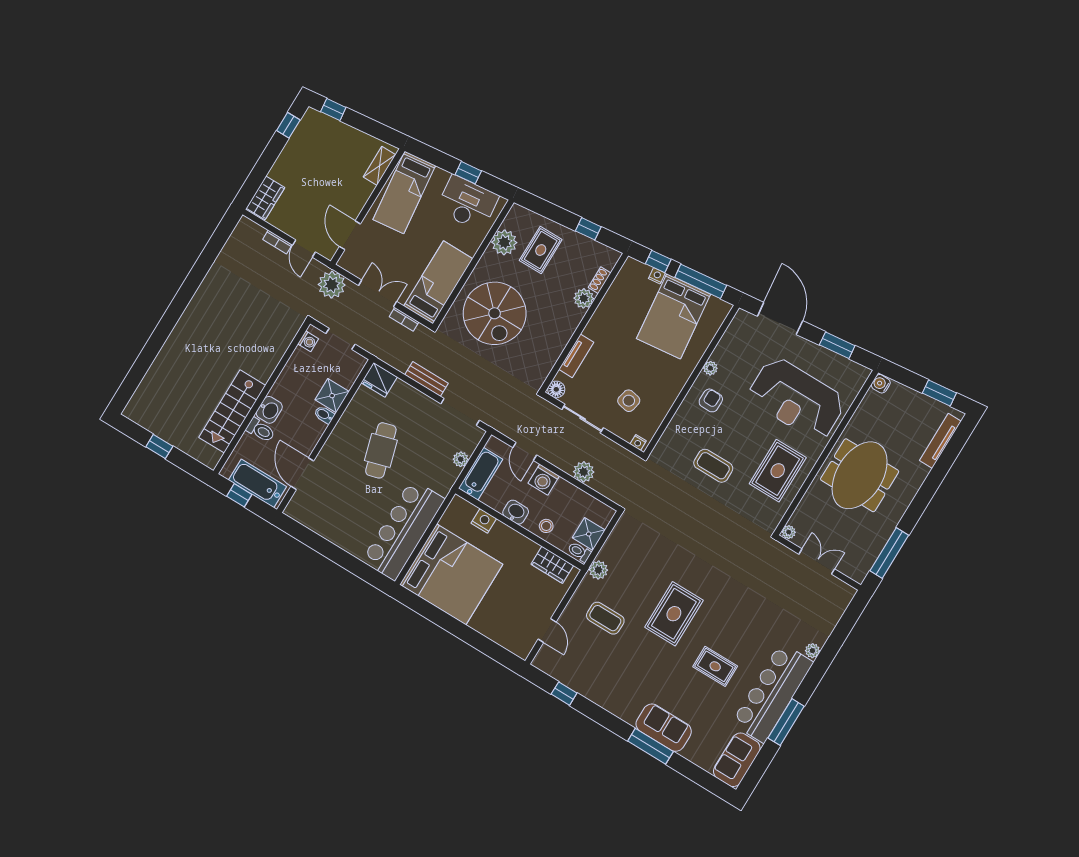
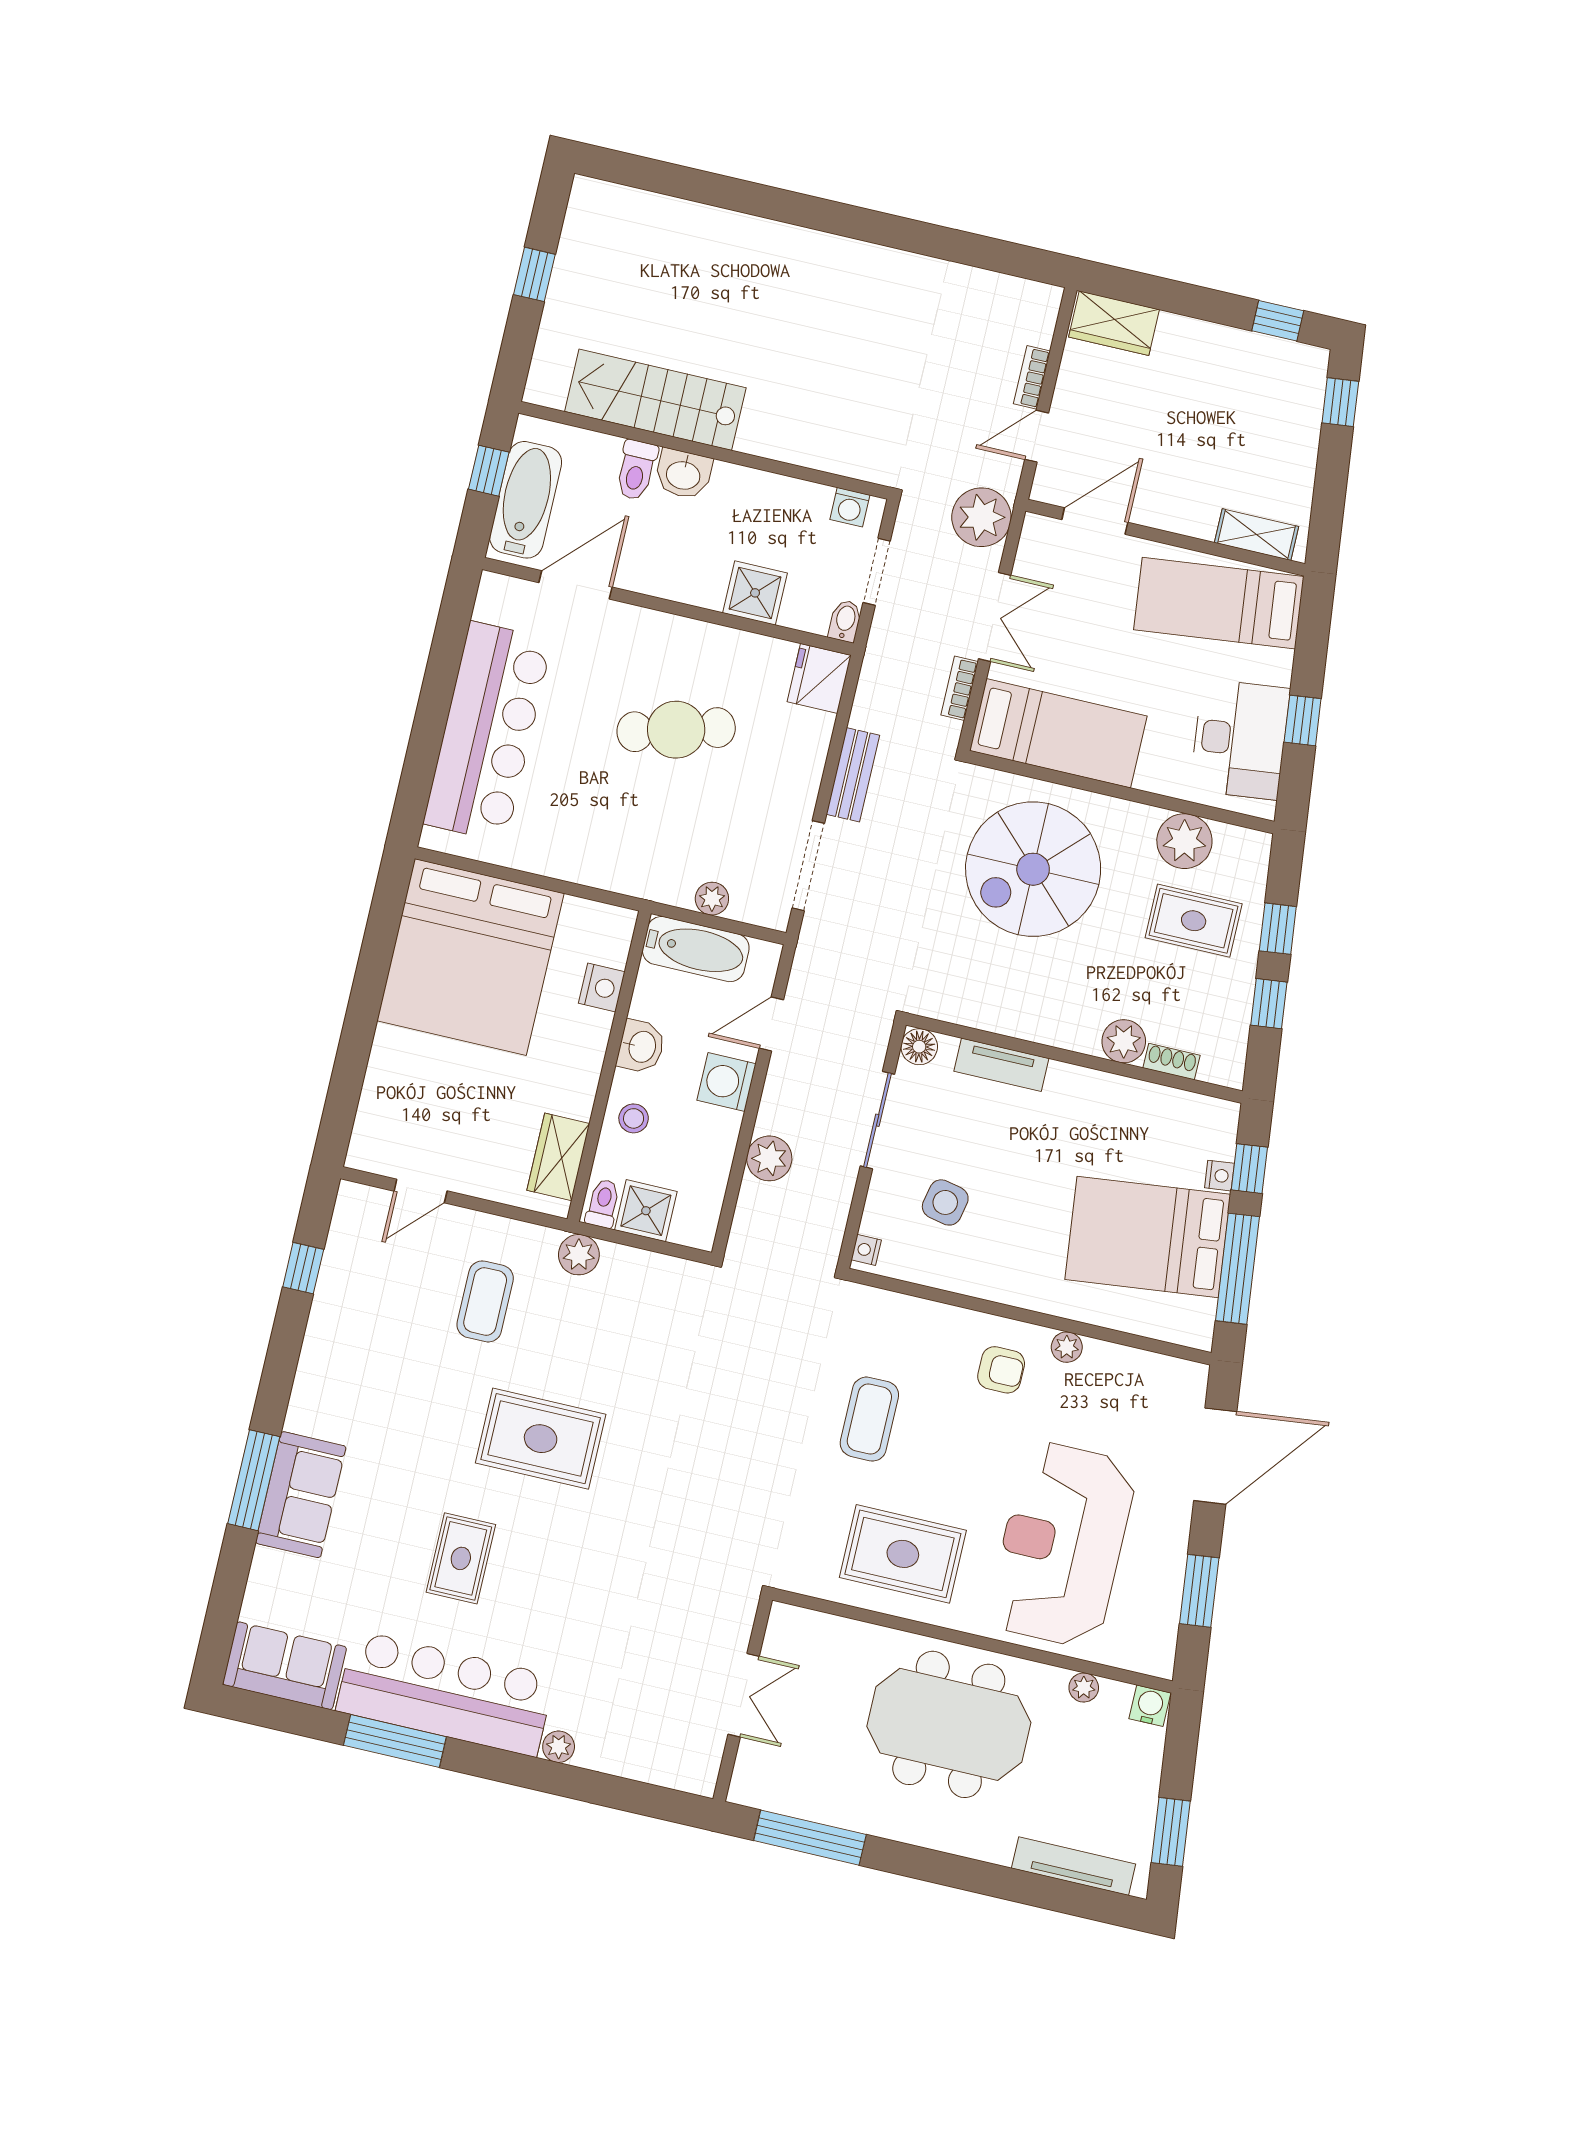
window: (557, 214) -> (1278, 929), added
bidet: (324, 415) -> (845, 621), moved
bar counter: (403, 530) -> (488, 732), moved, turned 90
plant: (789, 532) -> (1084, 1688), moved

